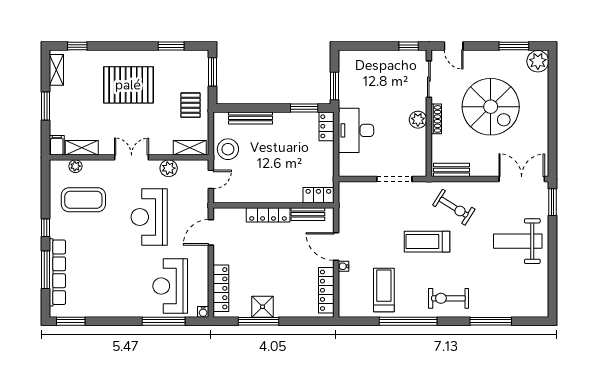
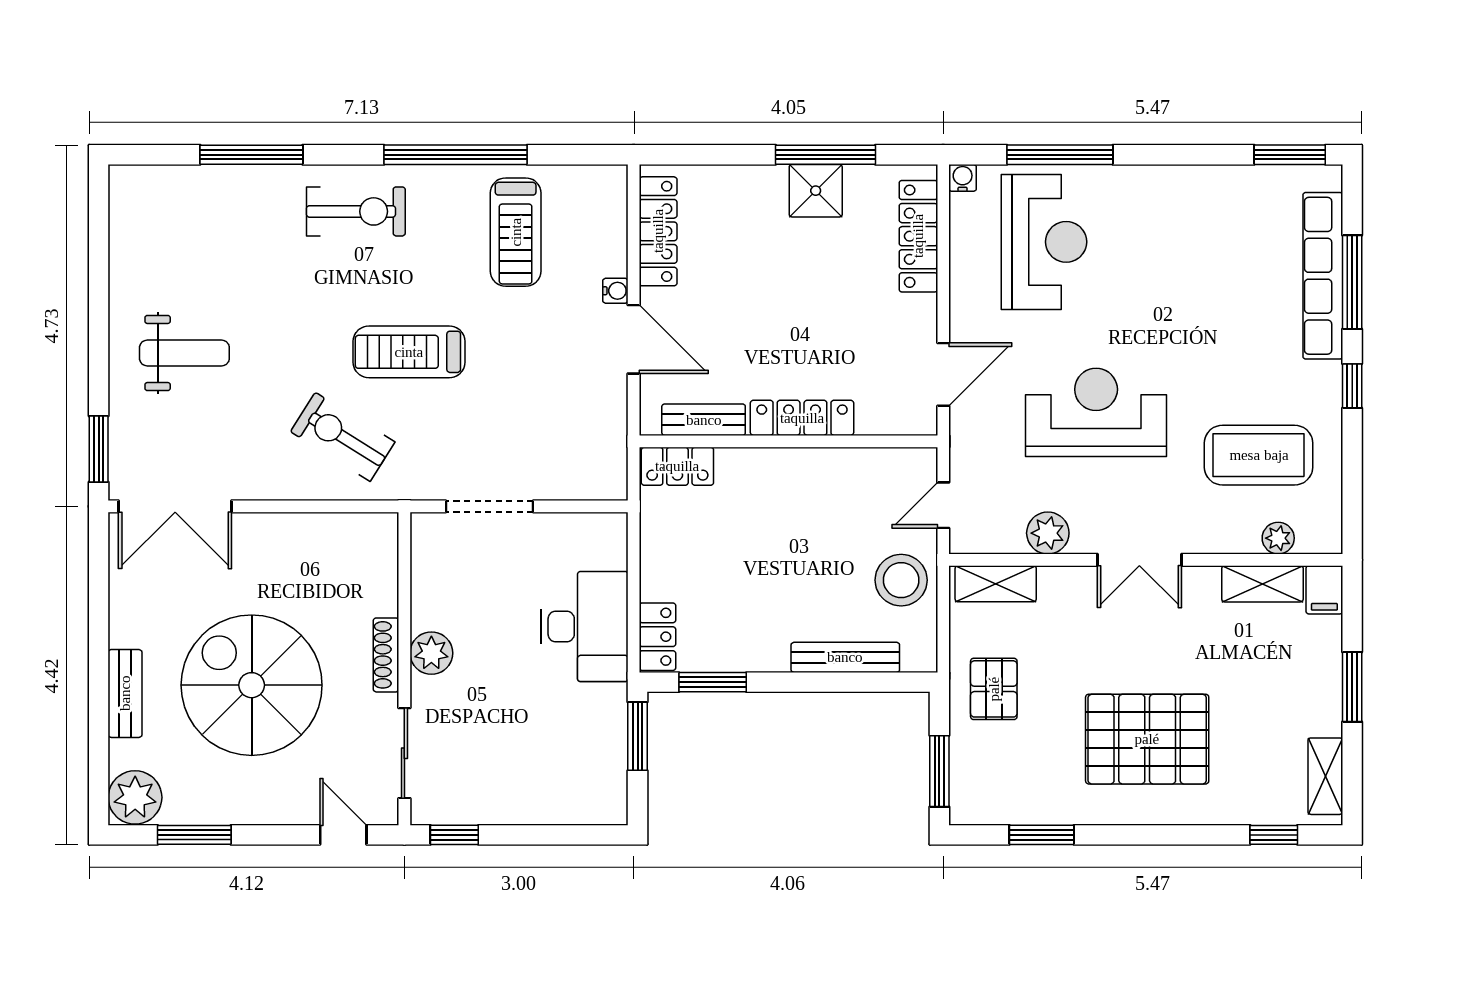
bench: (452, 170) -> (125, 693), moved, turned 90
reception desk: (149, 217) -> (1096, 412), turned -90
weight bench: (518, 241) -> (184, 353), width x0.73, depth x0.75
treadmill: (427, 242) -> (409, 352), turned 180

